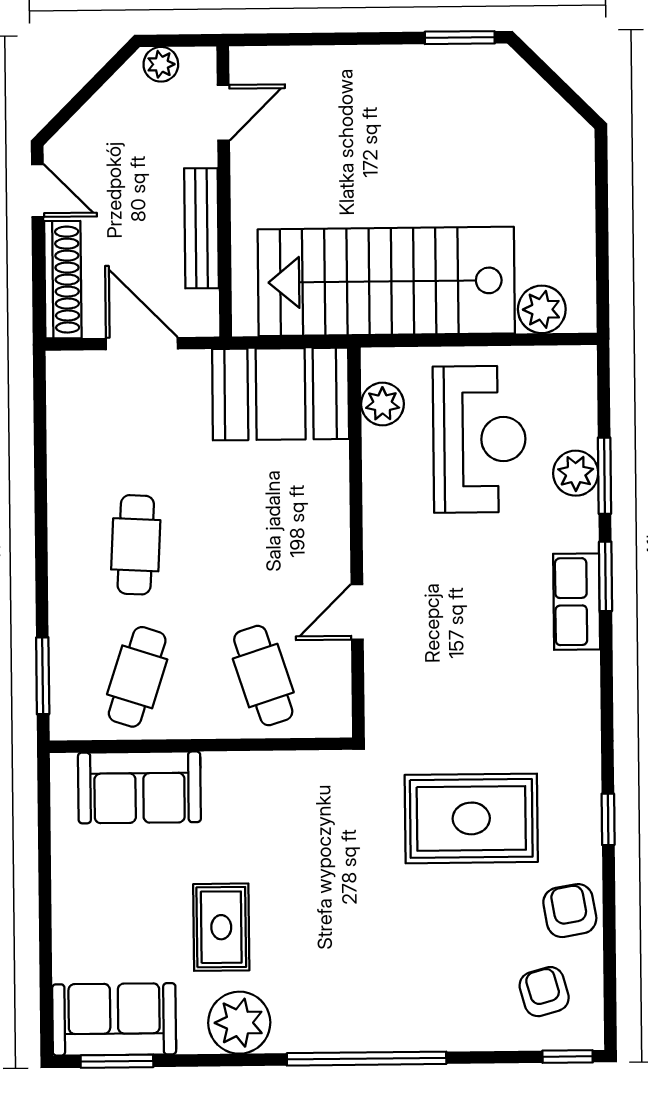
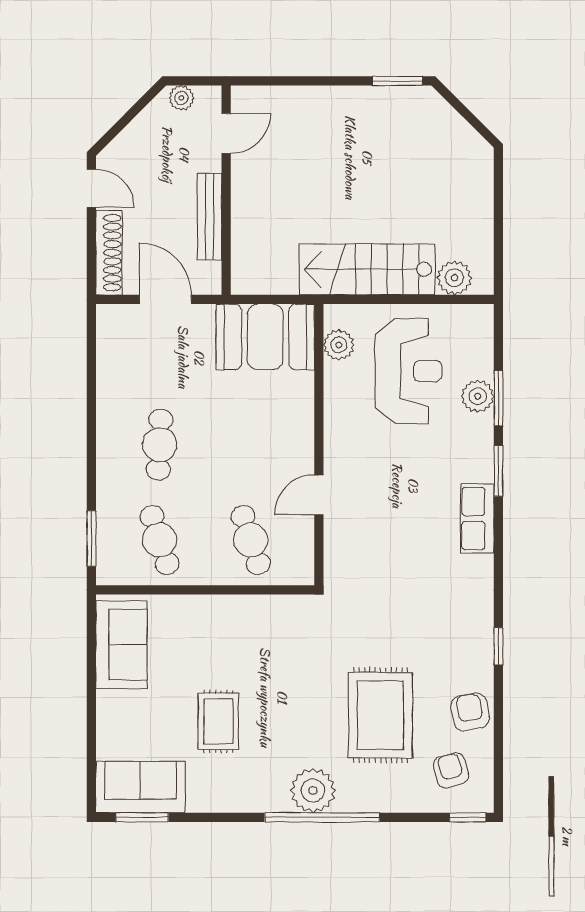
stairs: (386, 281) -> (367, 269), width x0.73, depth x0.66
row of seats: (577, 602) -> (477, 518), moved
cafe table: (137, 677) -> (160, 540), turned -36
sofa: (139, 787) -> (121, 645), moved, turned -90
rug: (471, 818) -> (380, 715), moved, turned 90
plant: (239, 1023) -> (313, 790), moved

